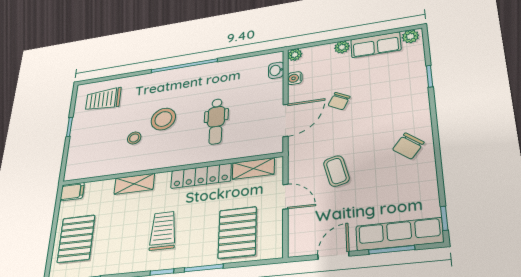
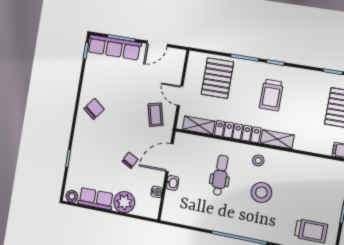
plant: (342, 47) -> (124, 202), width x1.88, depth x1.88
plant: (295, 55) -> (153, 213), removed
washbasin: (276, 70) -> (172, 183), moved
stool: (134, 138) -> (258, 160), moved
coffee table: (336, 171) -> (156, 115), moved
shelving: (134, 184) -> (277, 139), moved

